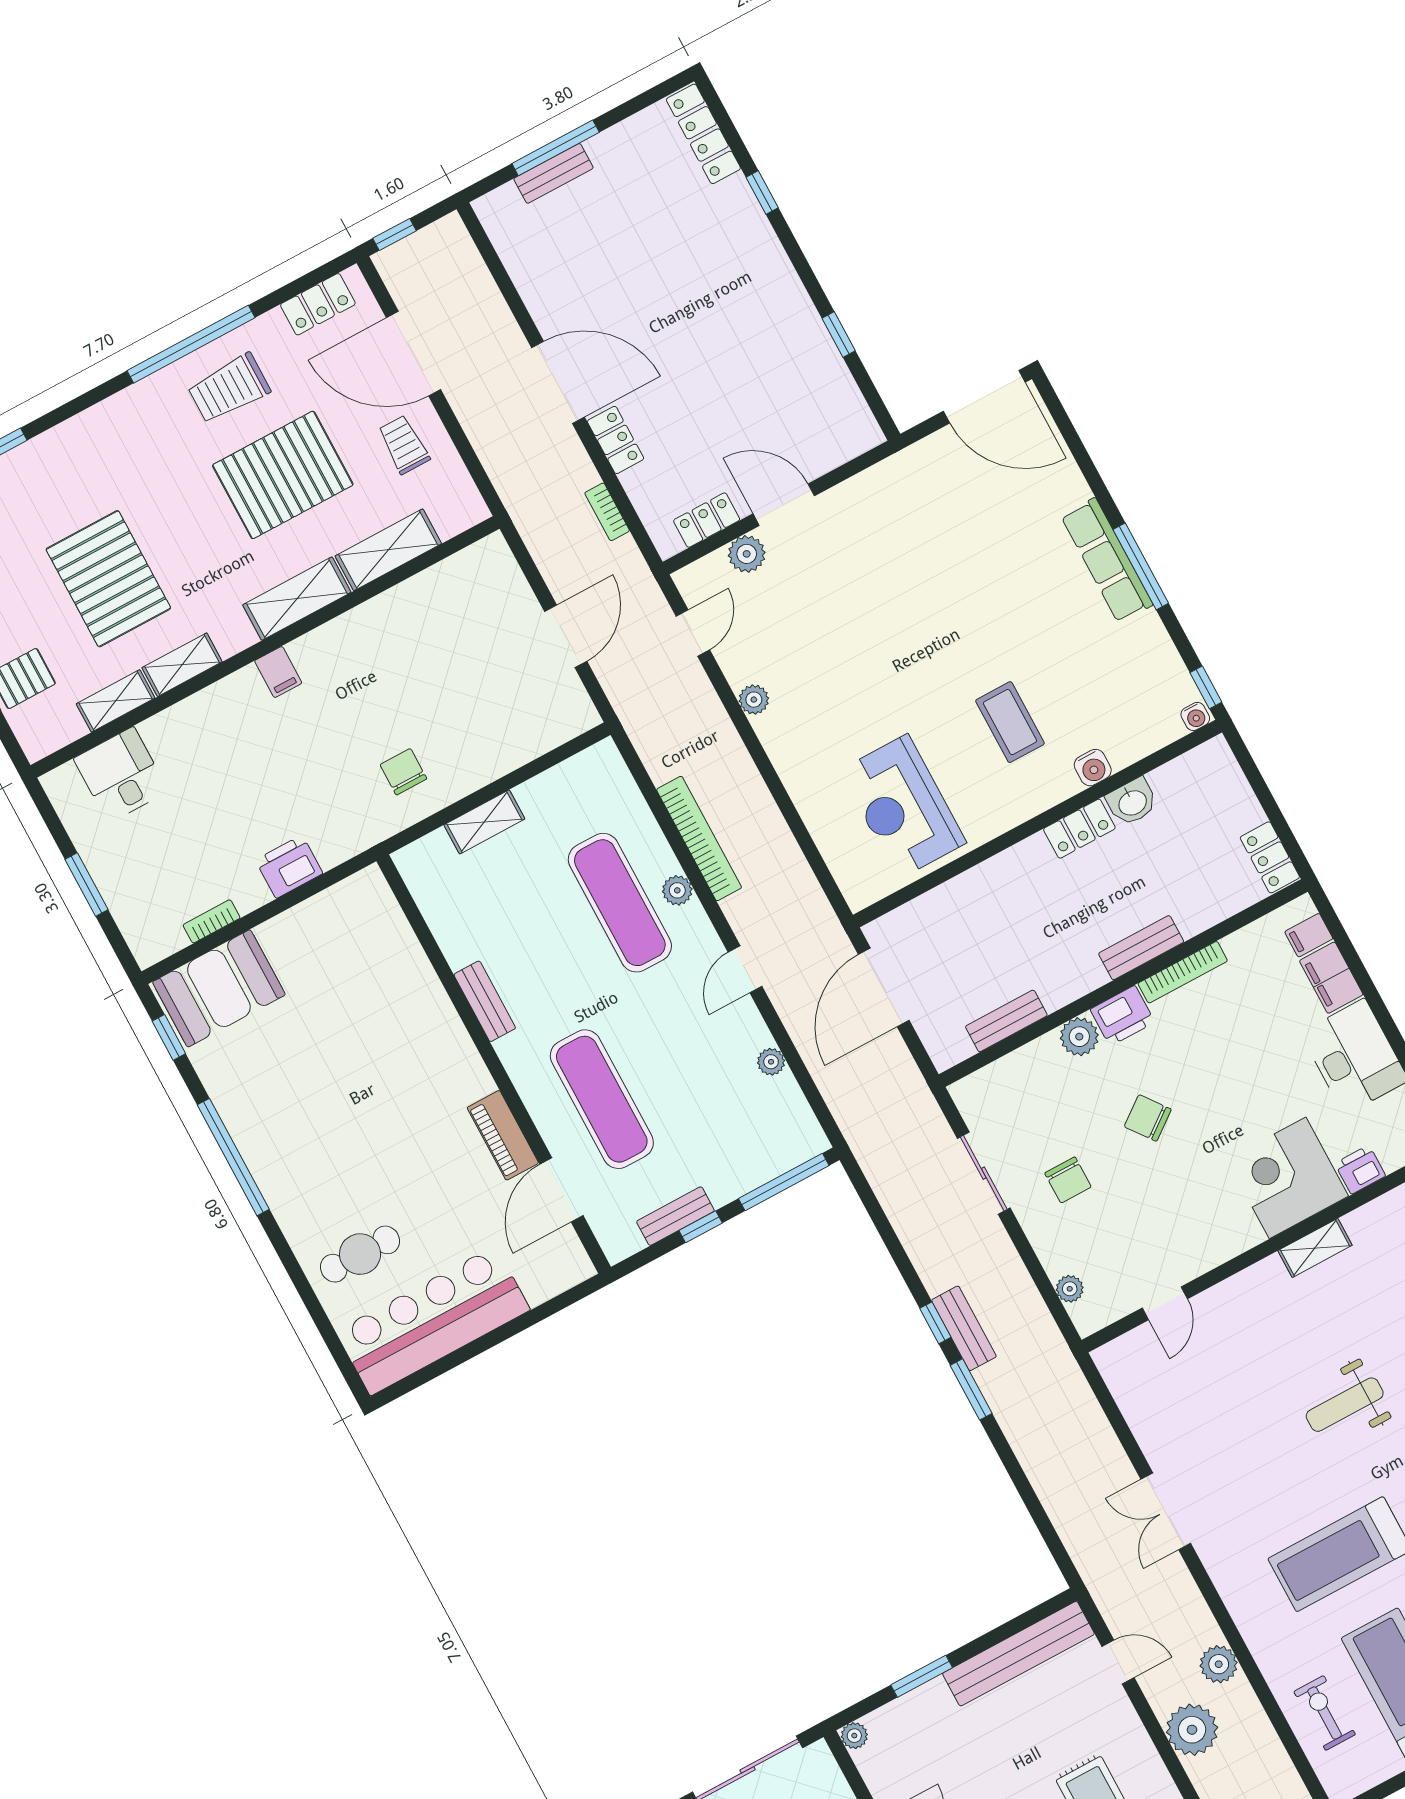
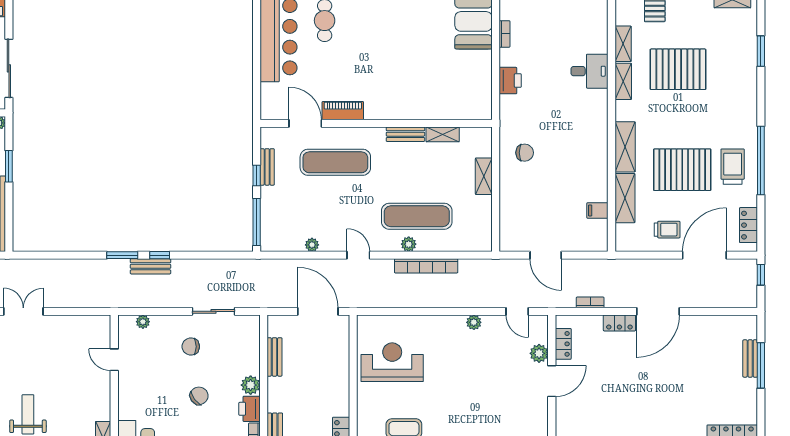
pallet: (283, 475) -> (682, 170), turned 90
filing cabinet: (278, 672) -> (597, 210), moved
desk: (121, 775) -> (590, 71), moved
shelving: (449, 935) -> (443, 134), added

